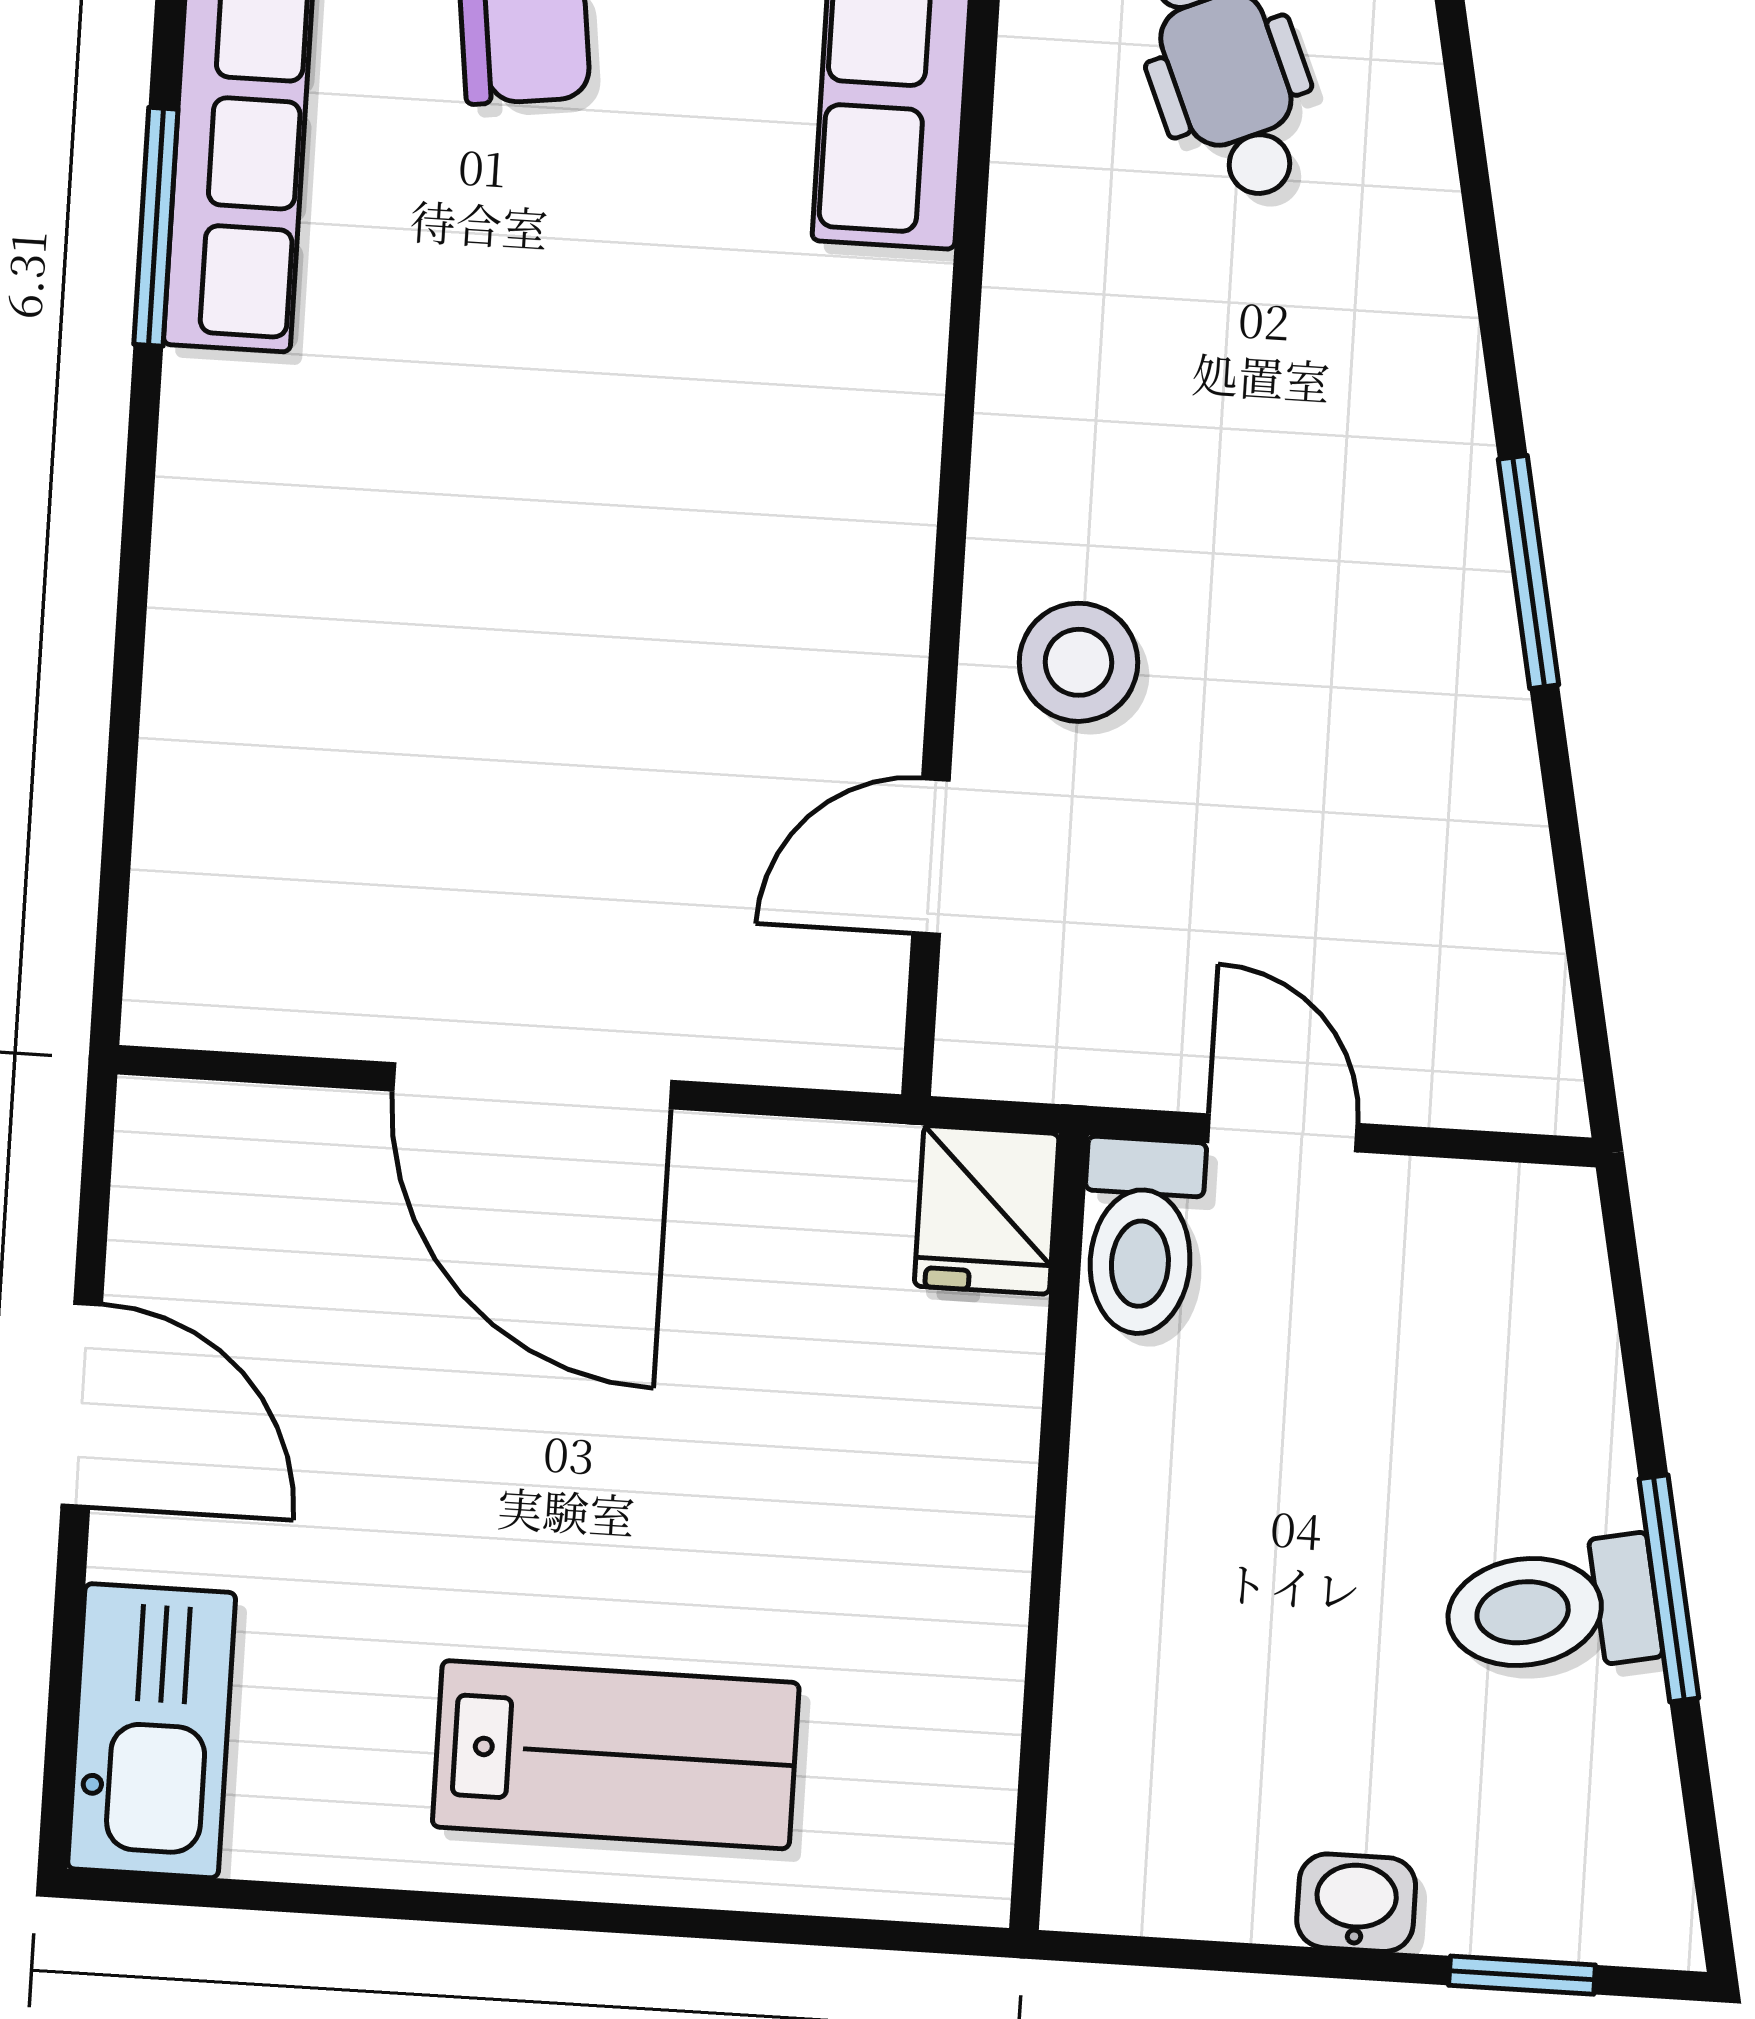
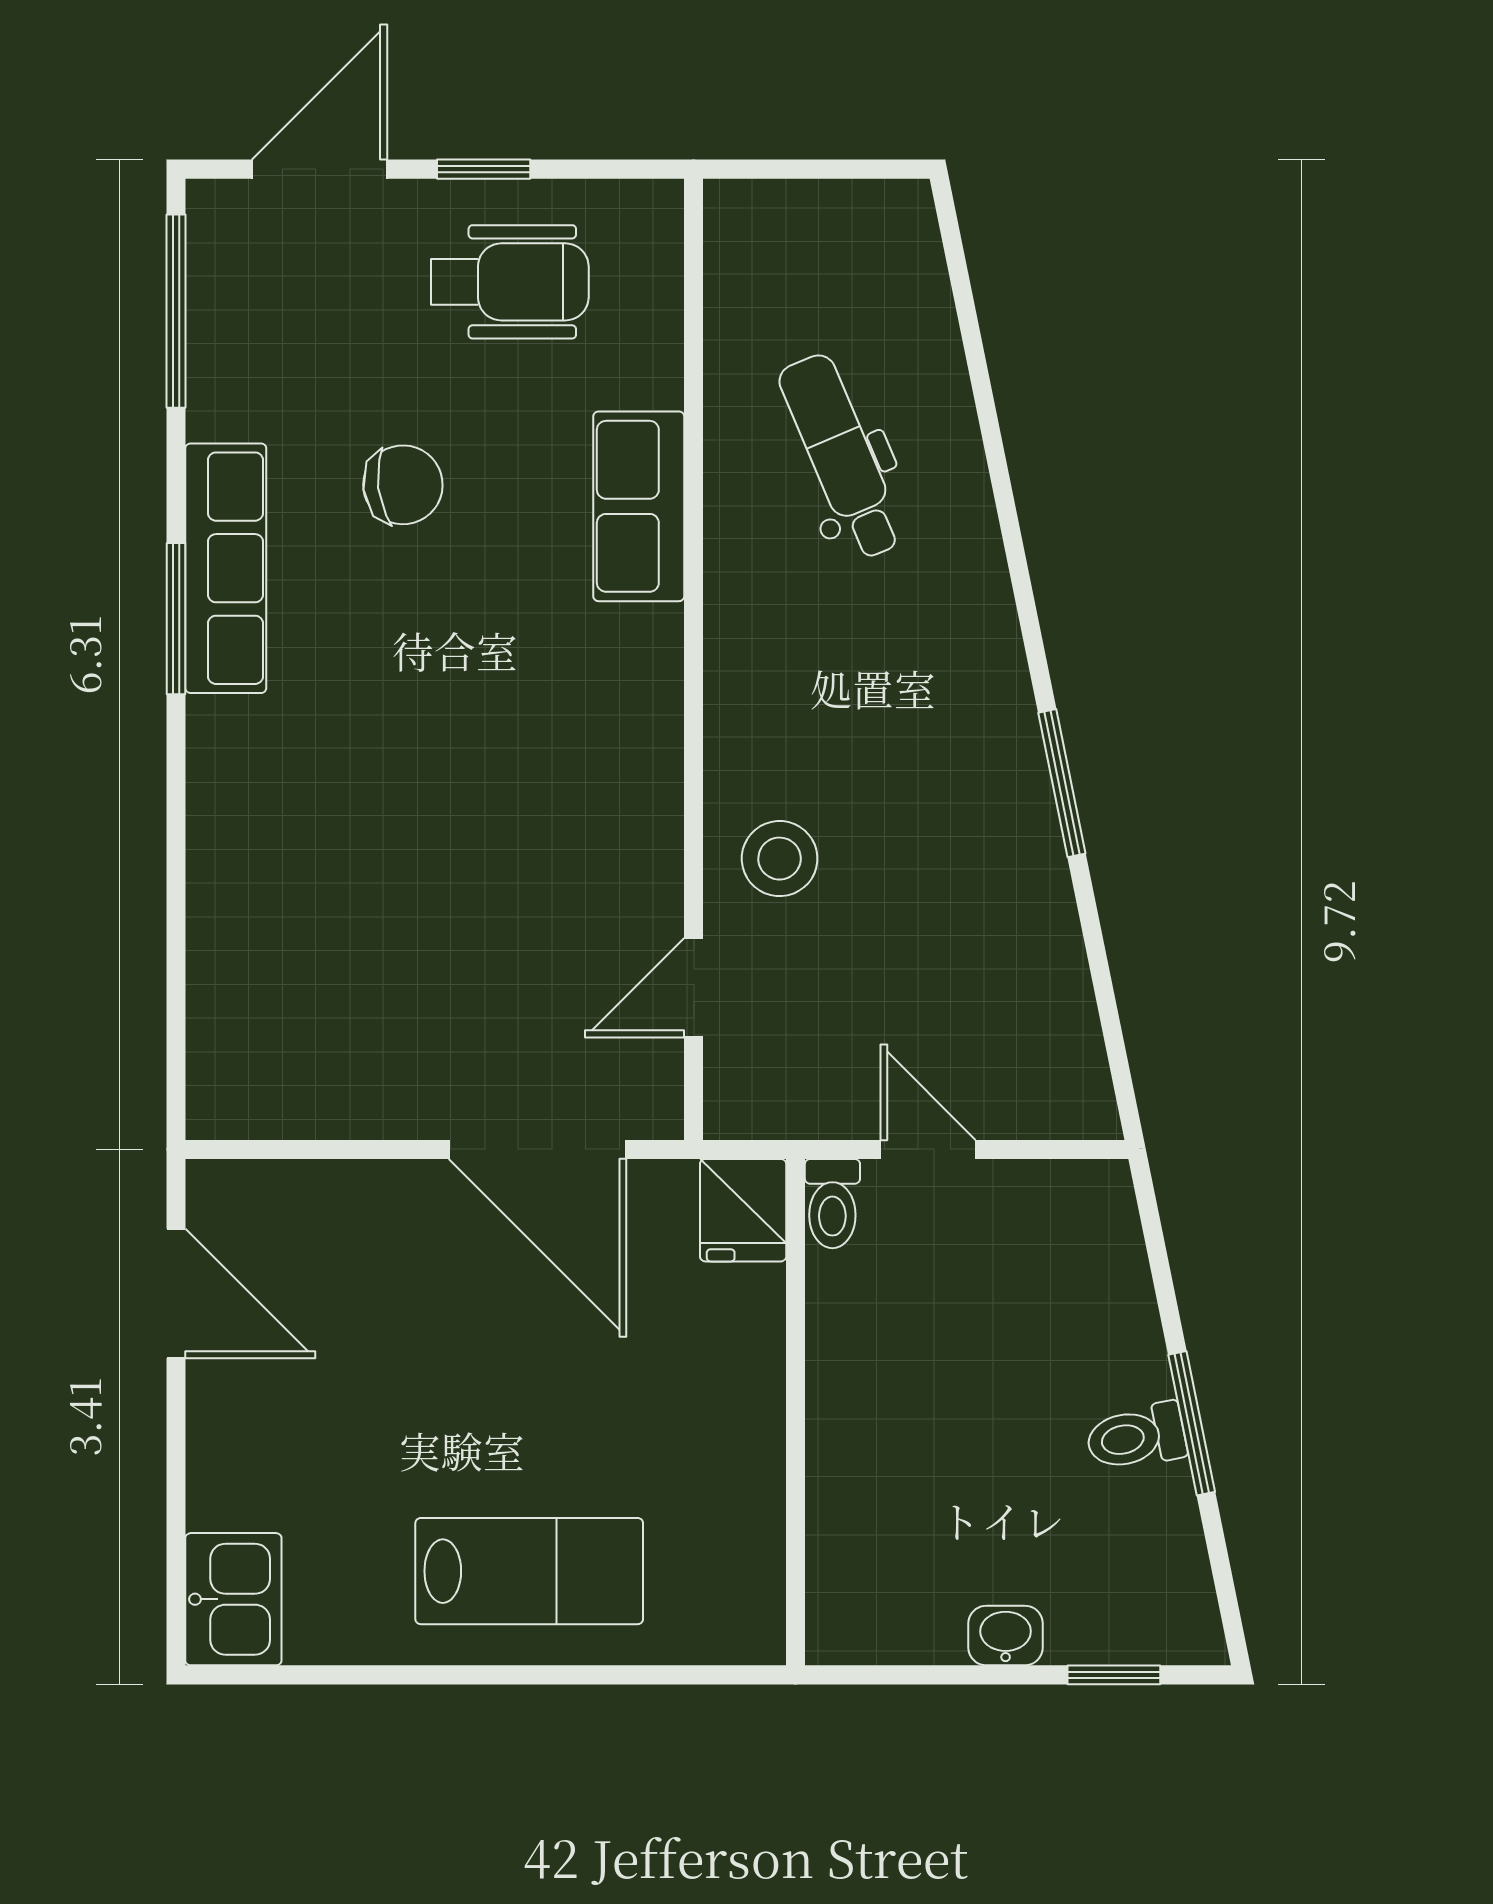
door: (532, 1086) -> (538, 1149), moved
toilet: (1142, 1236) -> (832, 1204), width x0.73, depth x0.72
door: (82, 1405) -> (176, 1293), moved
toilet: (1551, 1608) -> (1136, 1437), width x0.73, depth x0.72
kitchen sink: (152, 1731) -> (233, 1599), width x0.73

